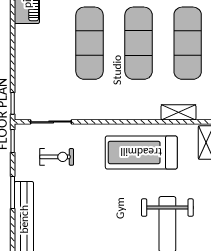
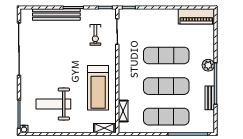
treadmill: (141, 152) -> (98, 88), turned 180

